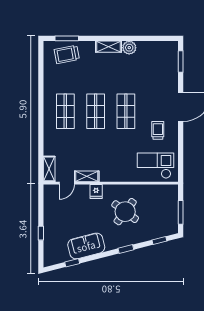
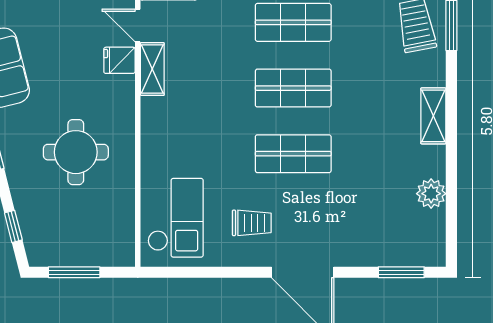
plant: (129, 48) -> (431, 194), moved
fridge: (96, 191) -> (119, 60), moved
round table: (125, 212) -> (76, 152), turned -37

